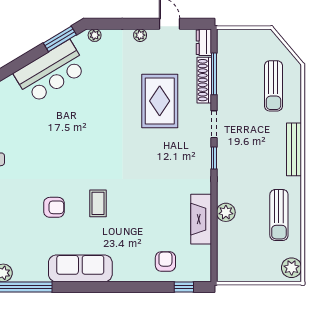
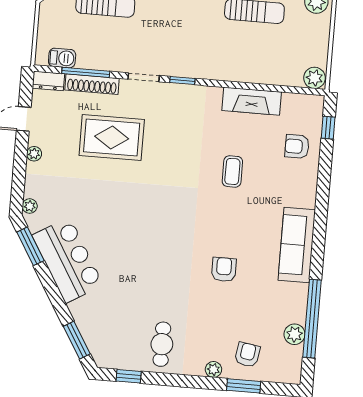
barbecue: (225, 52) -> (62, 58), added
coffee table: (98, 203) -> (232, 171), moved, turned 90
plant: (226, 212) -> (314, 78), moved

